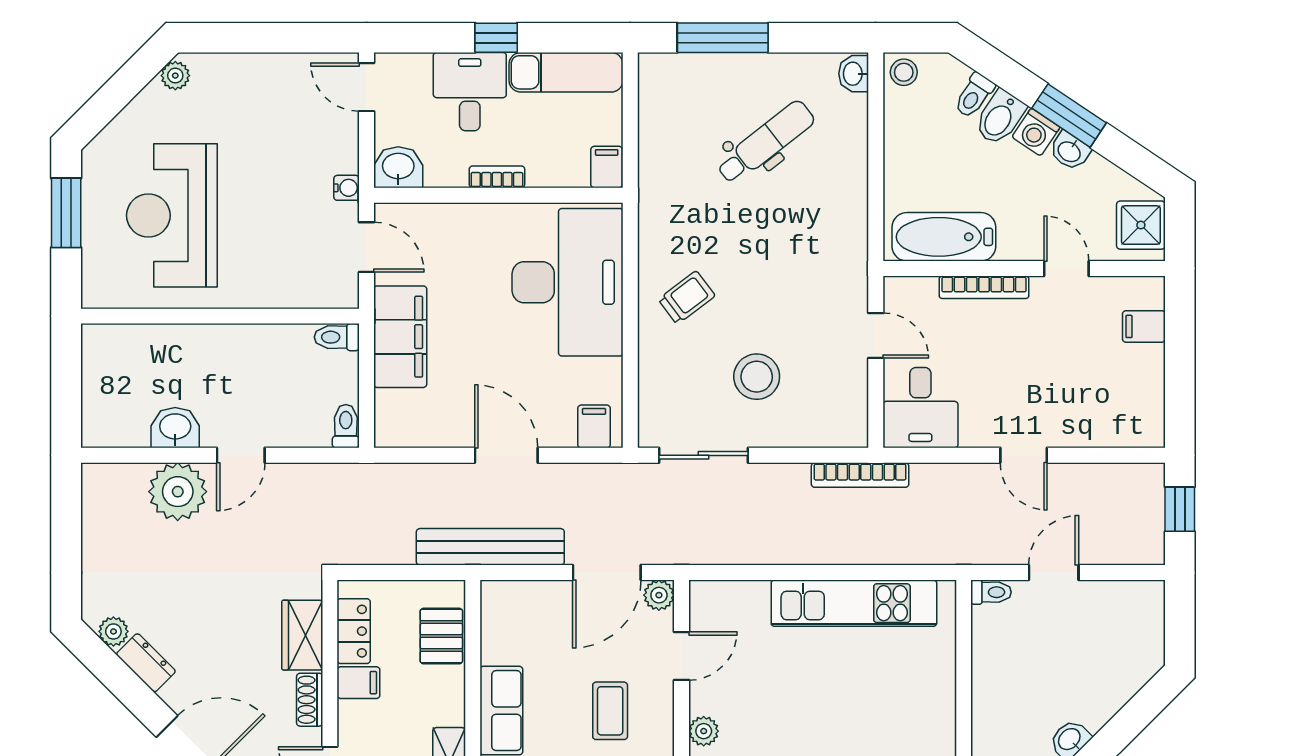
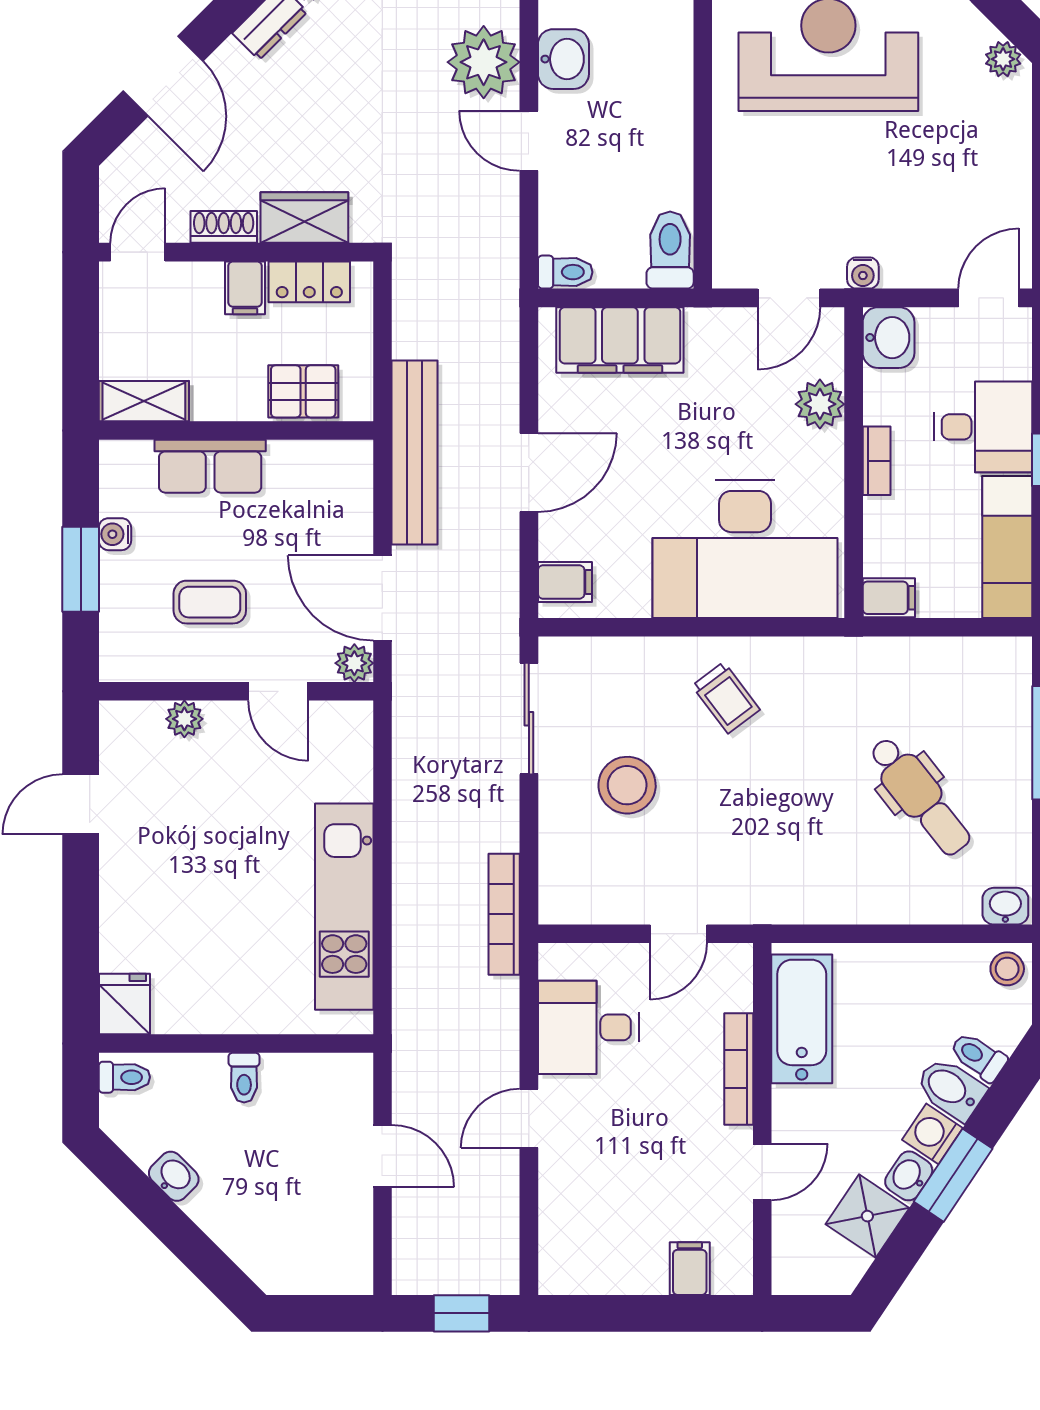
plant: (451, 222) -> (820, 404), added
shower: (1141, 225) -> (867, 1216), moved, turned 34
toilet: (337, 337) -> (670, 250), width x1.37, depth x1.39
filing cabinet: (400, 337) -> (620, 340), moved
desk: (920, 408) -> (588, 1027), moved
toilet: (991, 592) -> (244, 1078), moved

